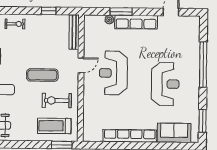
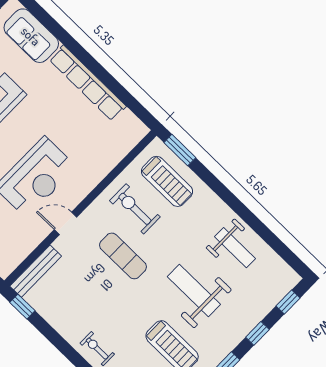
window: (49, 11) -> (22, 307), moved
exercise bike: (57, 101) -> (135, 209), turned 180

